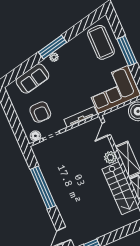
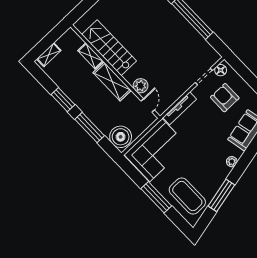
window: (52, 47) -> (221, 195), moved
plant: (110, 157) -> (141, 86), moved

